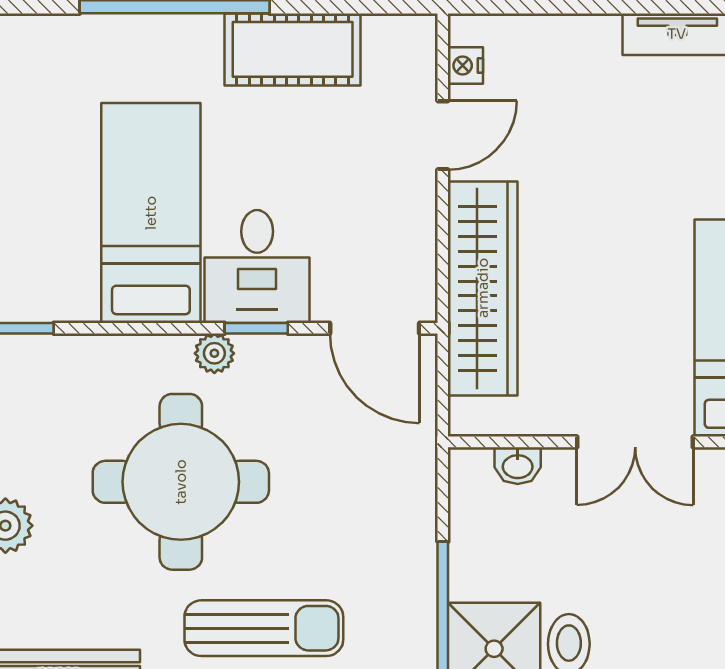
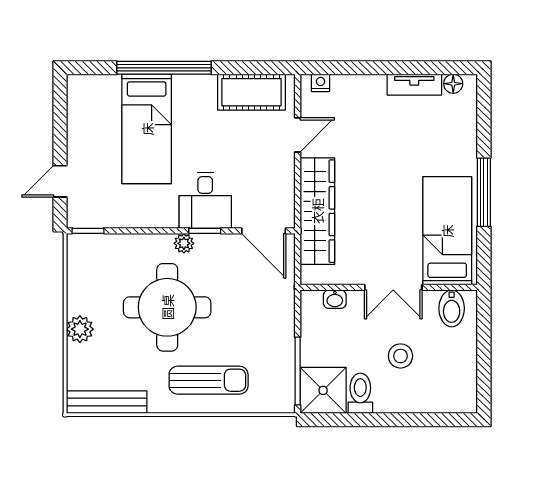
cot: (293, 49) -> (252, 92), moved
nightstand: (465, 65) -> (320, 83), moved, turned 90
bed: (151, 213) -> (147, 129), moved, turned 180
stool: (650, 580) -> (400, 356), added

